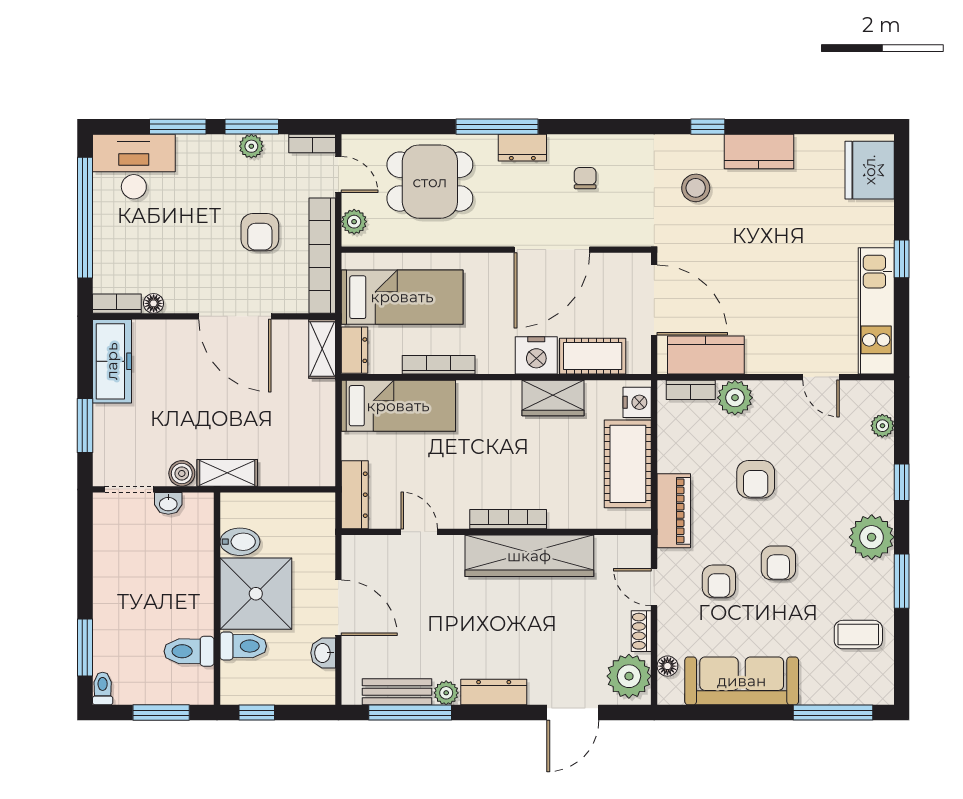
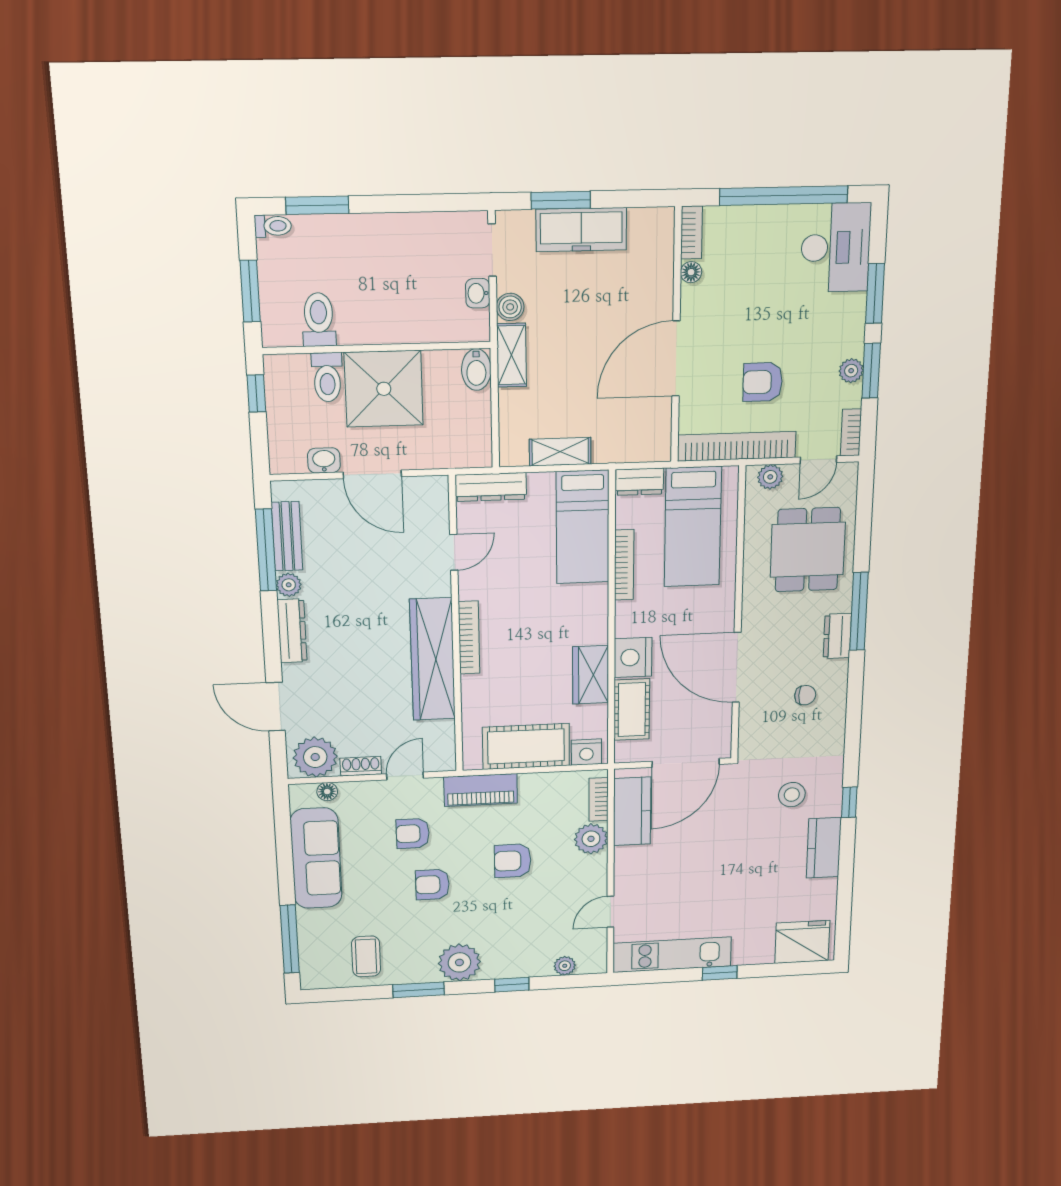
shelving: (322, 349) -> (560, 452), moved
freezer: (112, 361) -> (581, 230), moved
bidet: (240, 542) -> (476, 370), moved
door: (338, 608) -> (372, 474), hinge flipped

